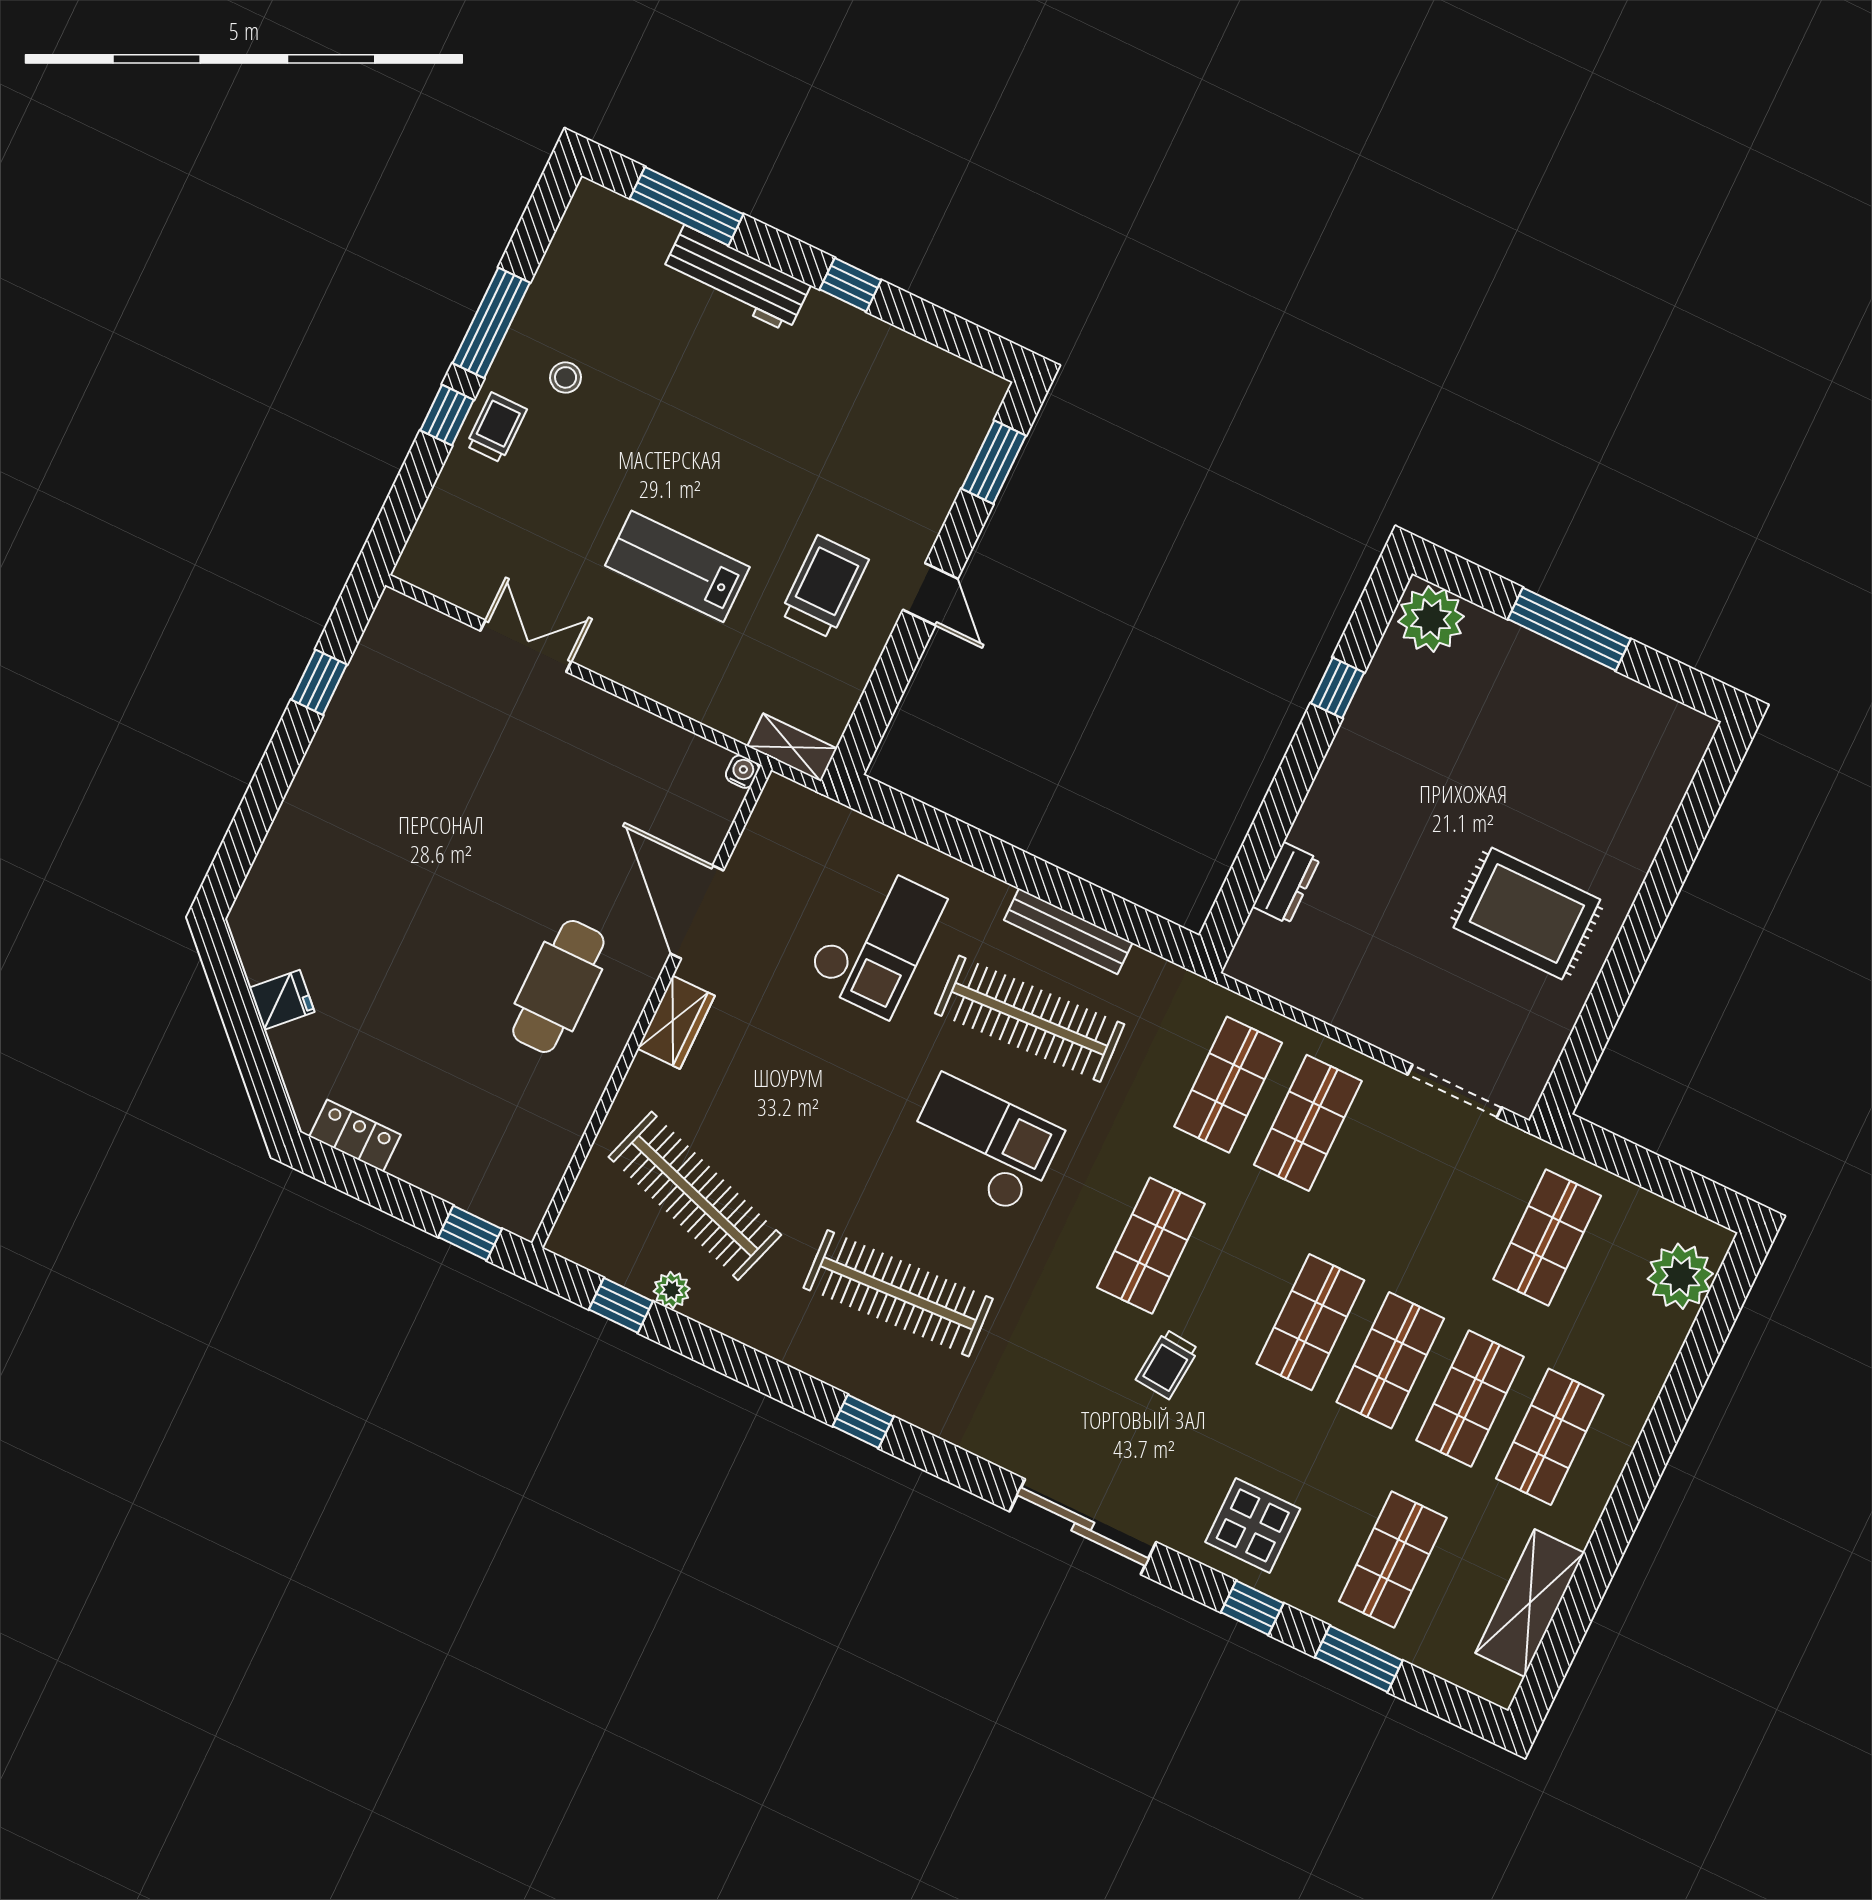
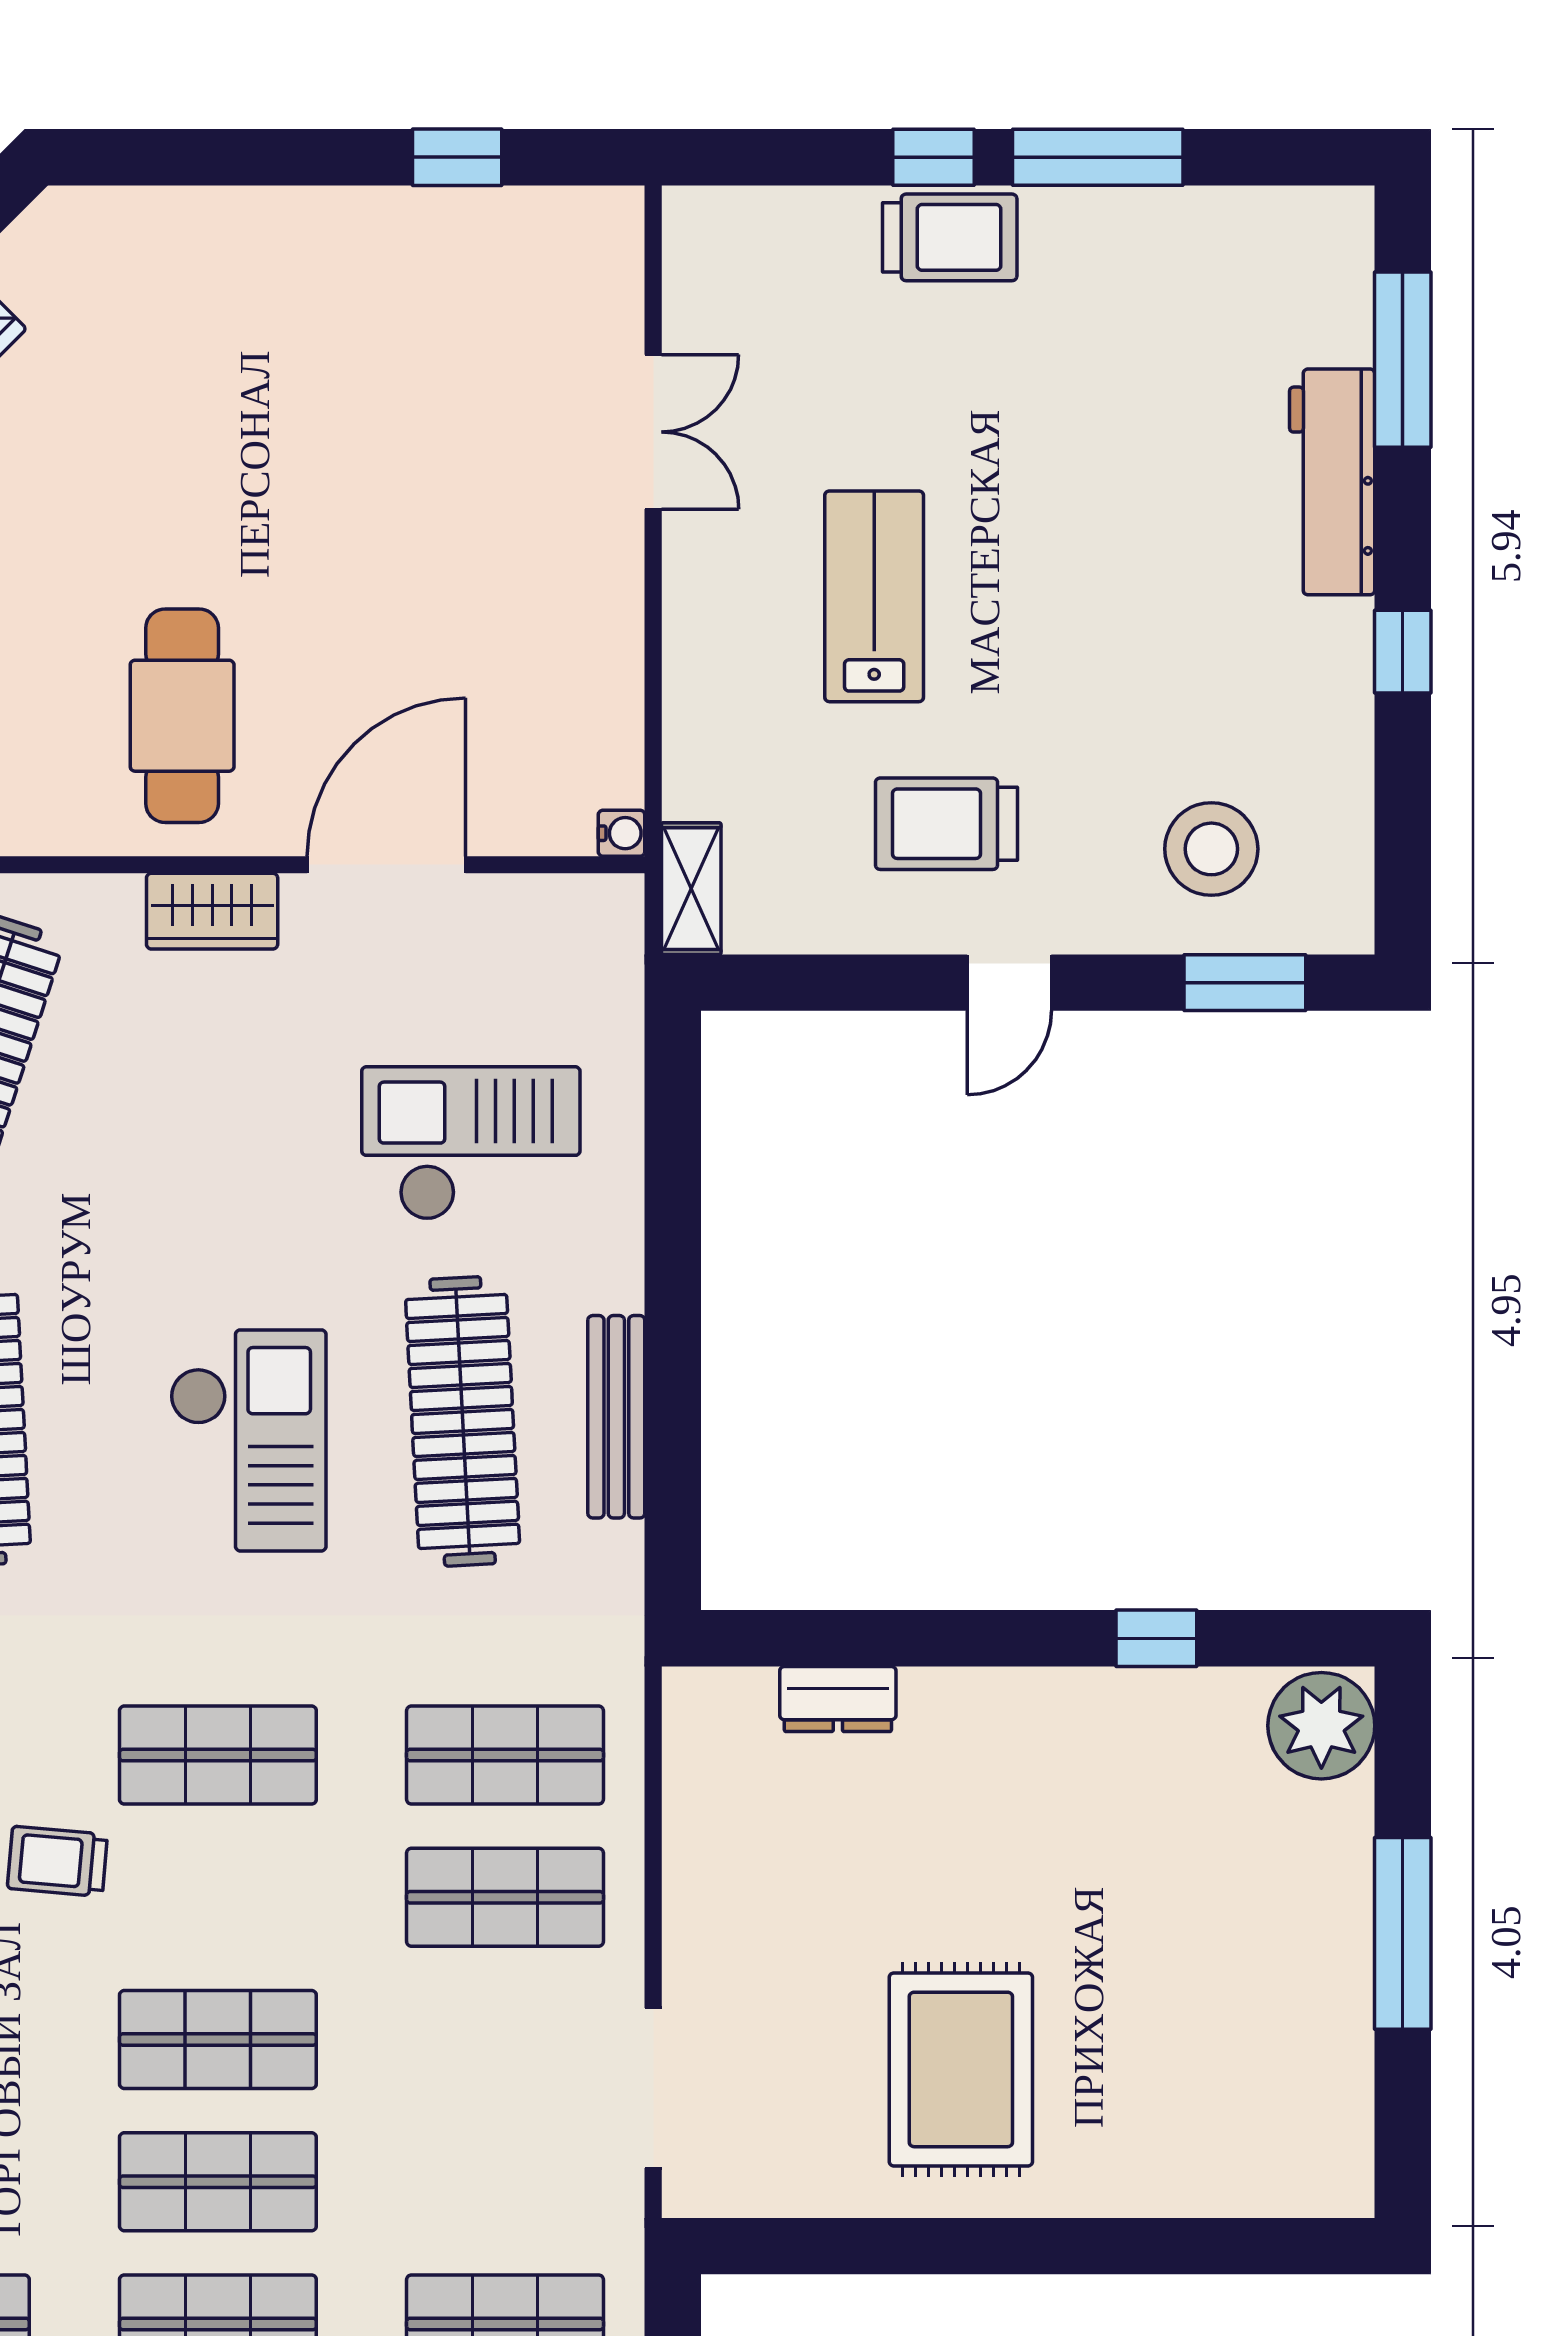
stool: (566, 377) -> (1211, 849), moved, width x1.89, depth x1.89
trolley: (496, 427) -> (950, 237), width x1.36, depth x1.39
trolley: (824, 587) -> (946, 824), turned 180
checkout: (876, 939) -> (471, 1143), turned 180
cafe table: (558, 986) -> (182, 716), turned 90

